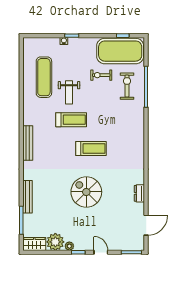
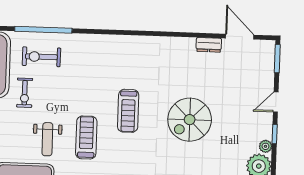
weight bench: (69, 92) -> (47, 139), turned 90
treadmill: (91, 148) -> (128, 111), turned 180
dresser: (139, 193) -> (209, 45), moved

